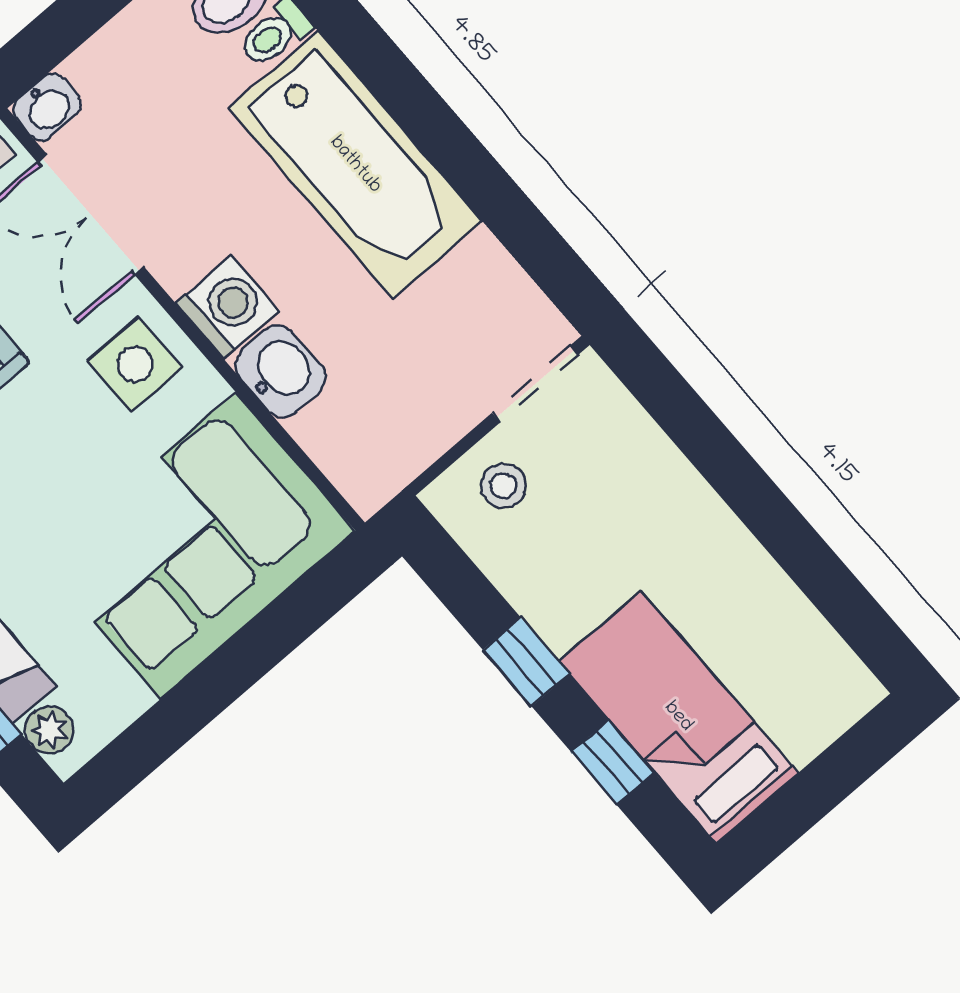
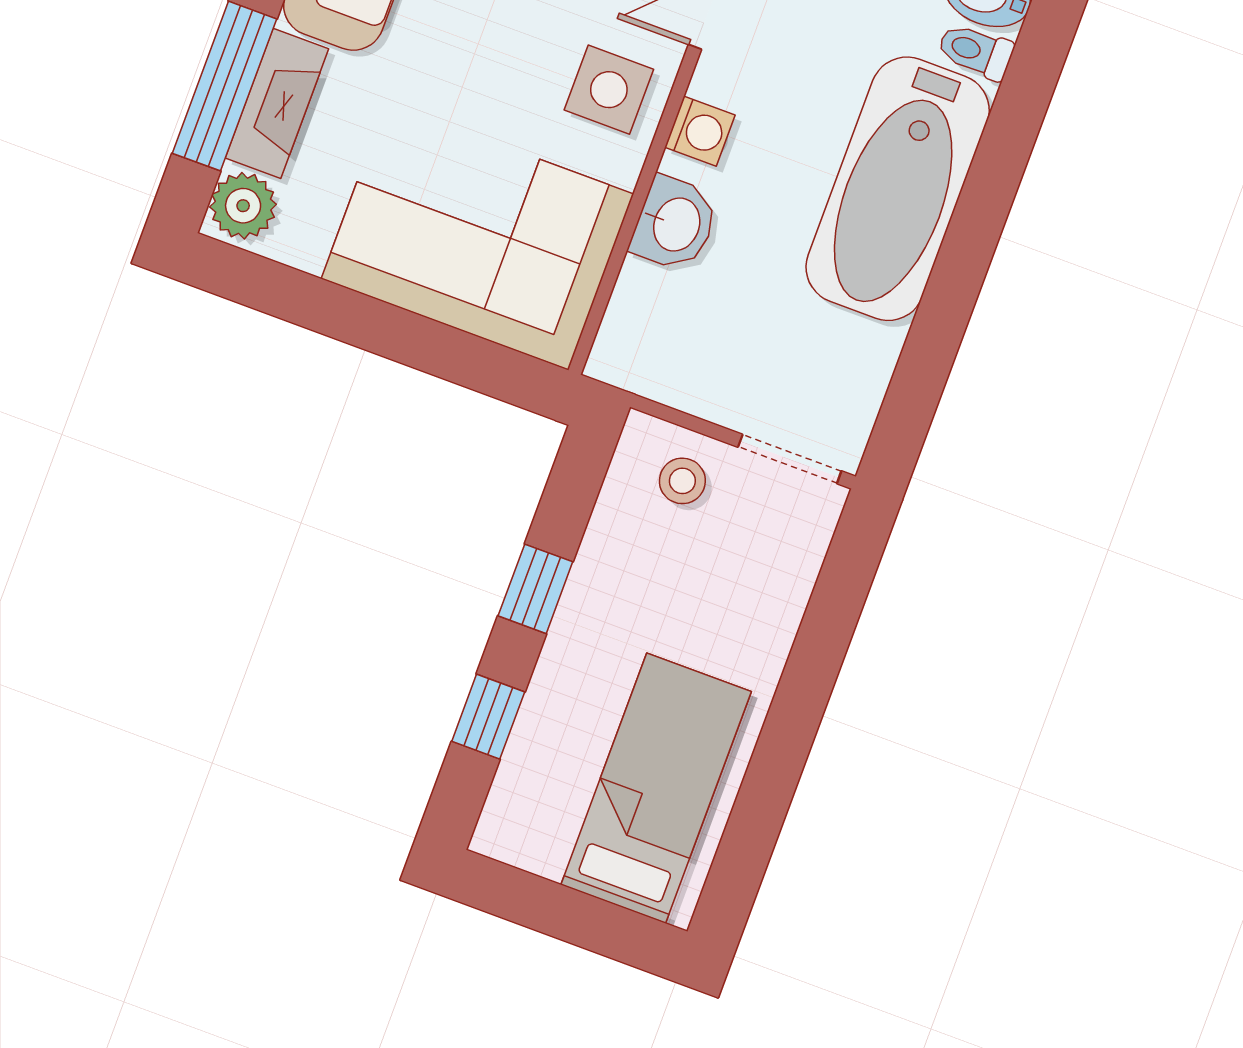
washing machine: (227, 307) -> (700, 131), width x0.73, depth x0.73
bed: (678, 717) -> (656, 788), moved
plant: (49, 730) -> (243, 206), width x1.38, depth x1.38

